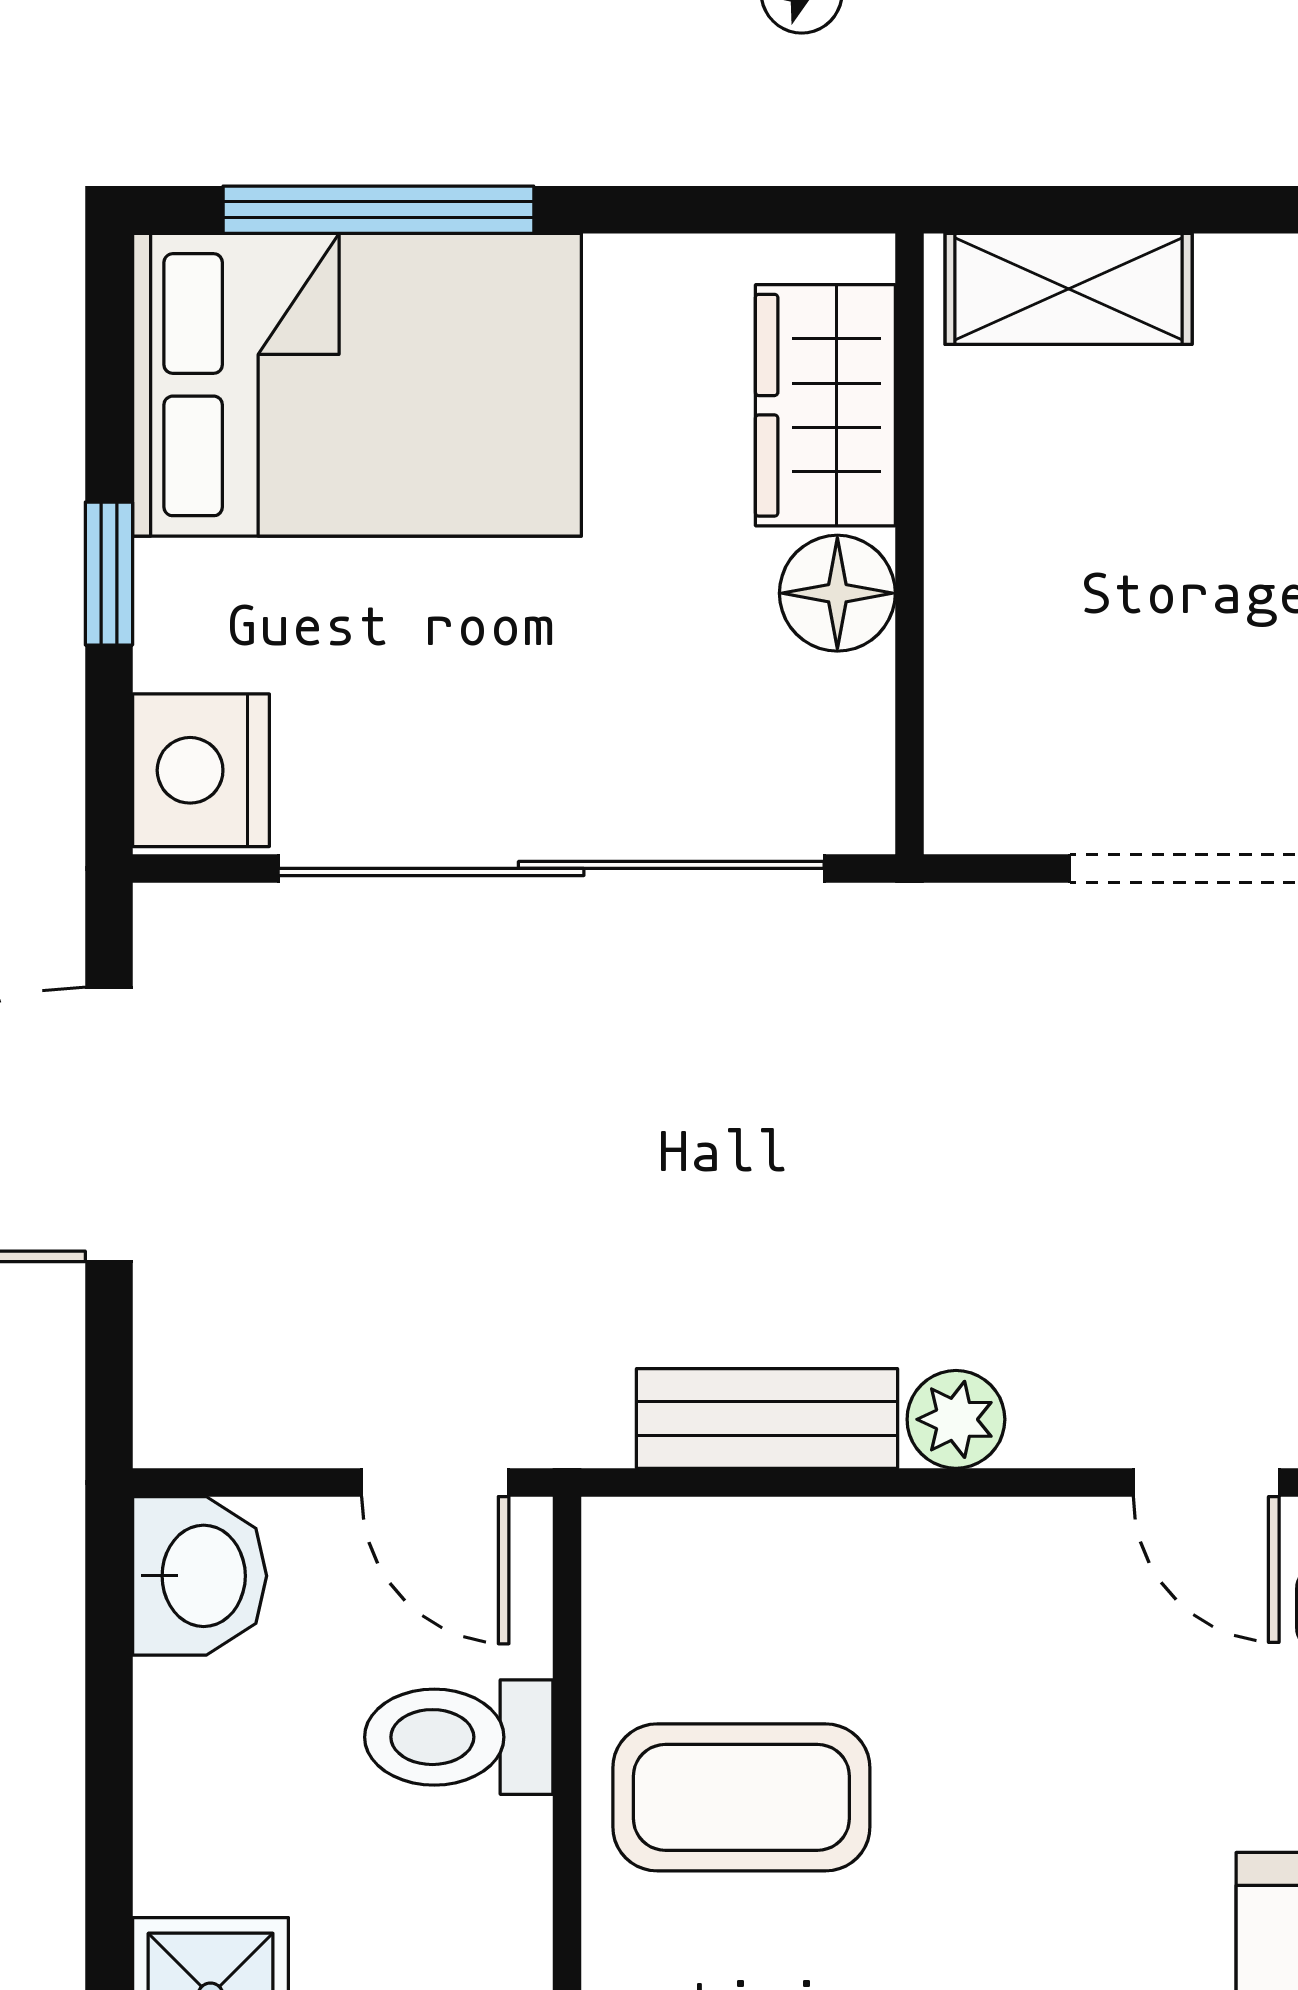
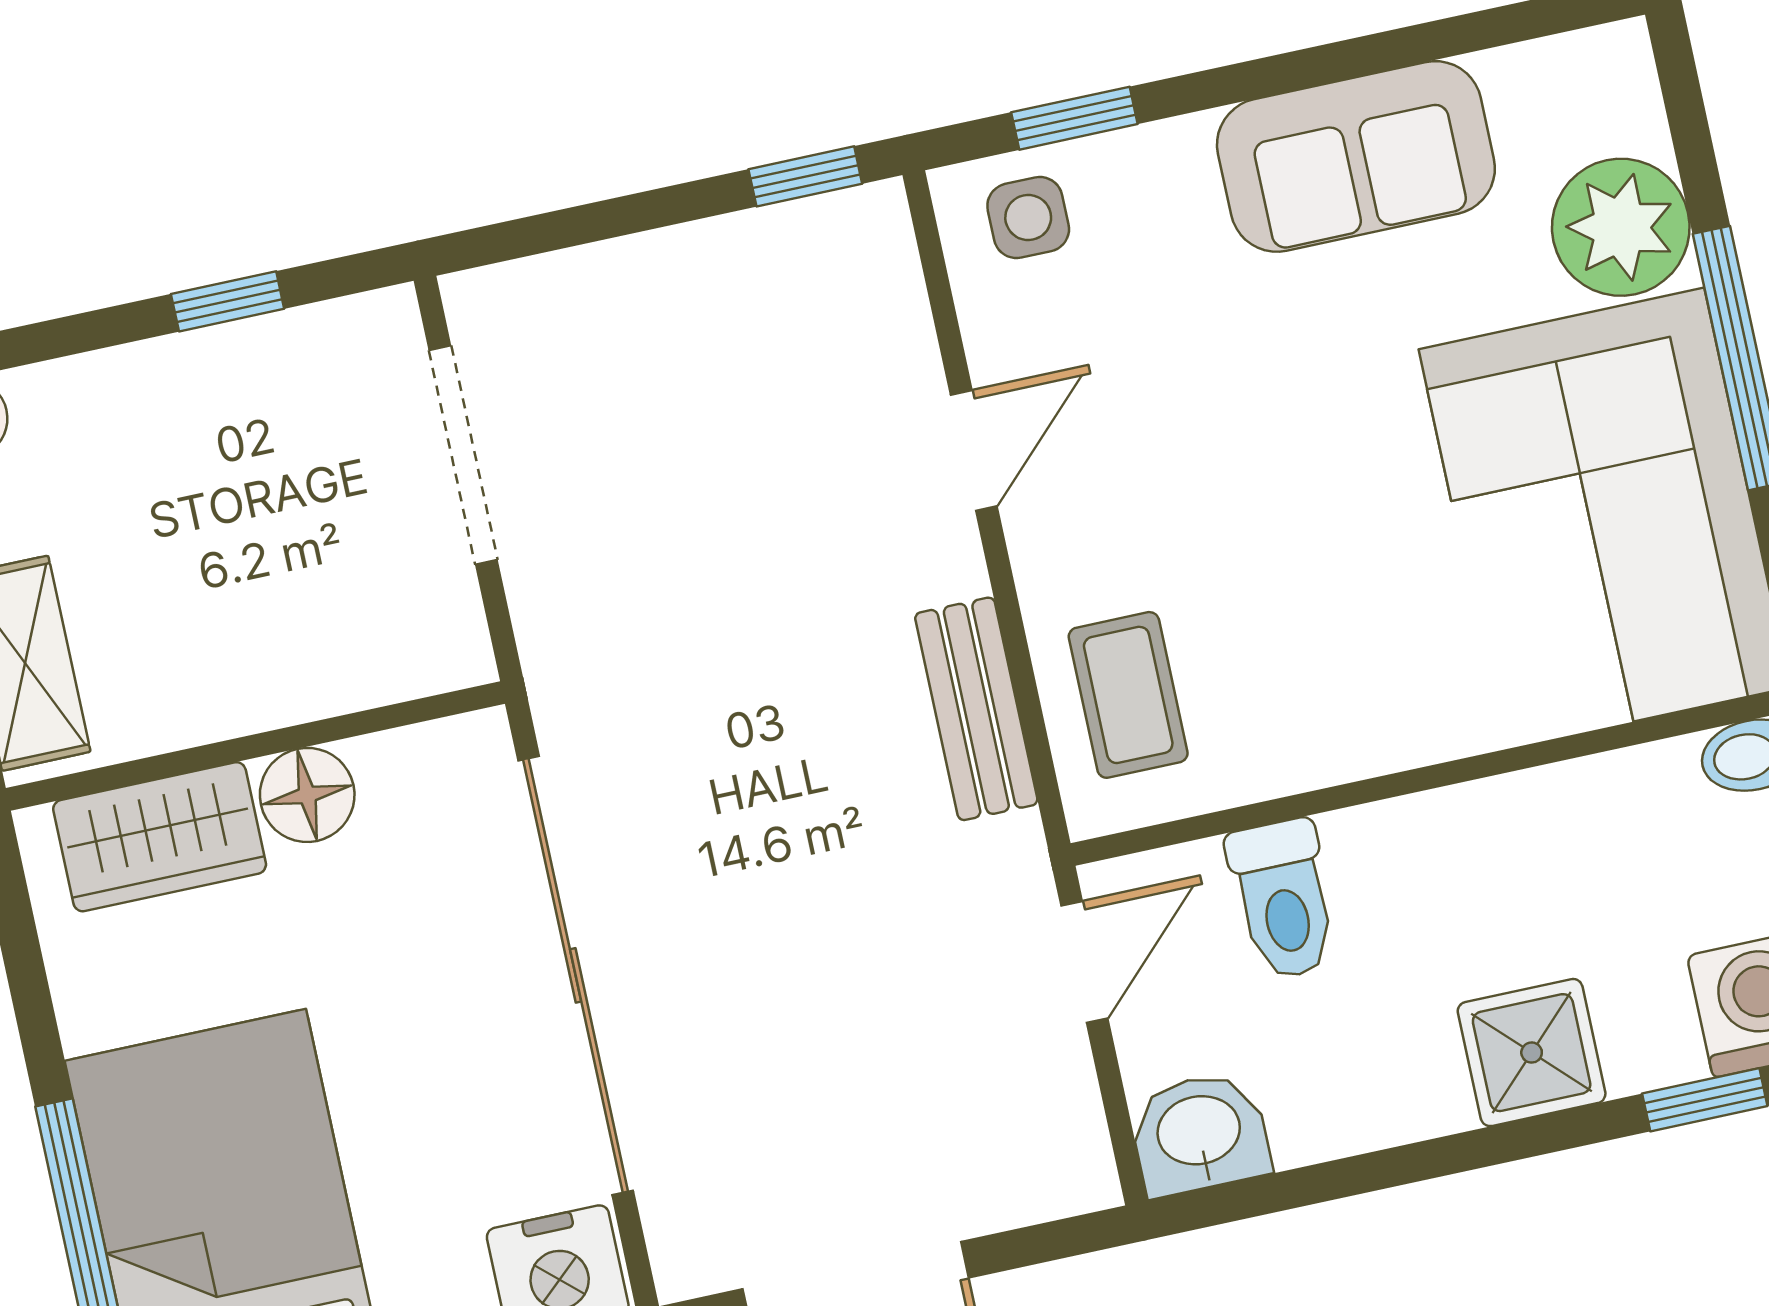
plant: (956, 1419) -> (945, 558), removed
door: (1206, 1482) -> (974, 450), moved
coffee table: (741, 1797) -> (1128, 695), moved, width x0.73, depth x0.77

